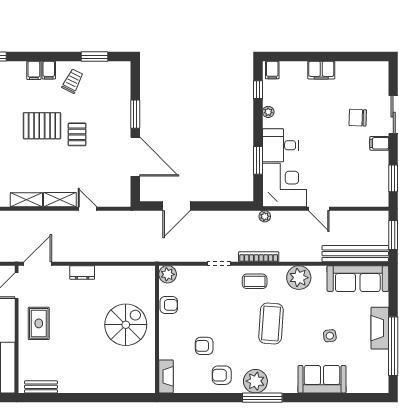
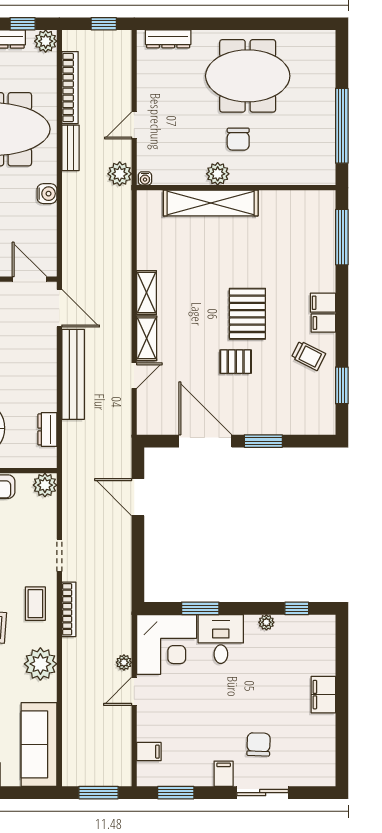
filing cabinet: (272, 70) -> (149, 752), moved, turned 180
door: (135, 157) -> (205, 441), swing flipped
plant: (265, 216) -> (124, 662), moved
bench: (355, 254) -> (73, 374), moved
dresser: (82, 272) -> (47, 429), moved

